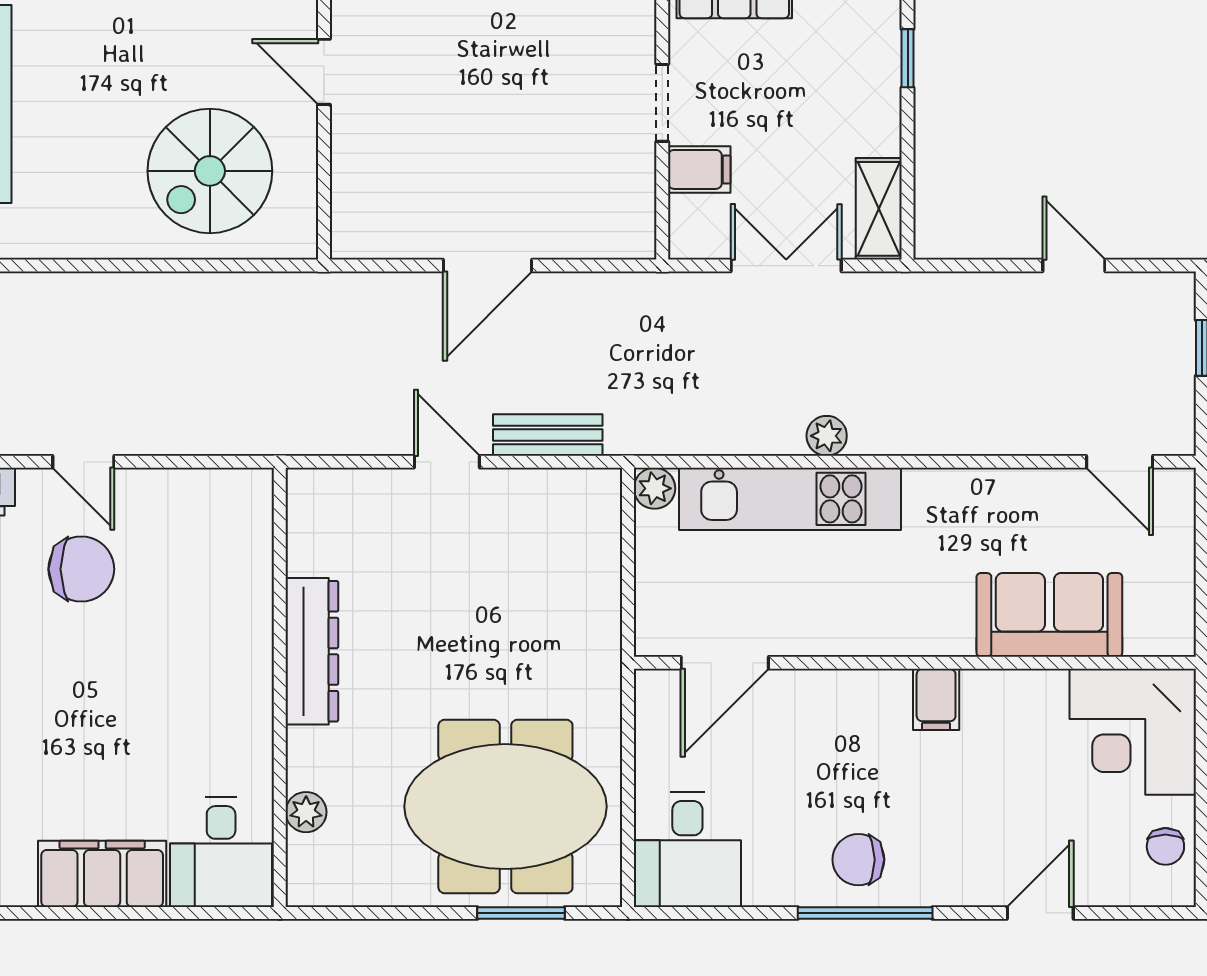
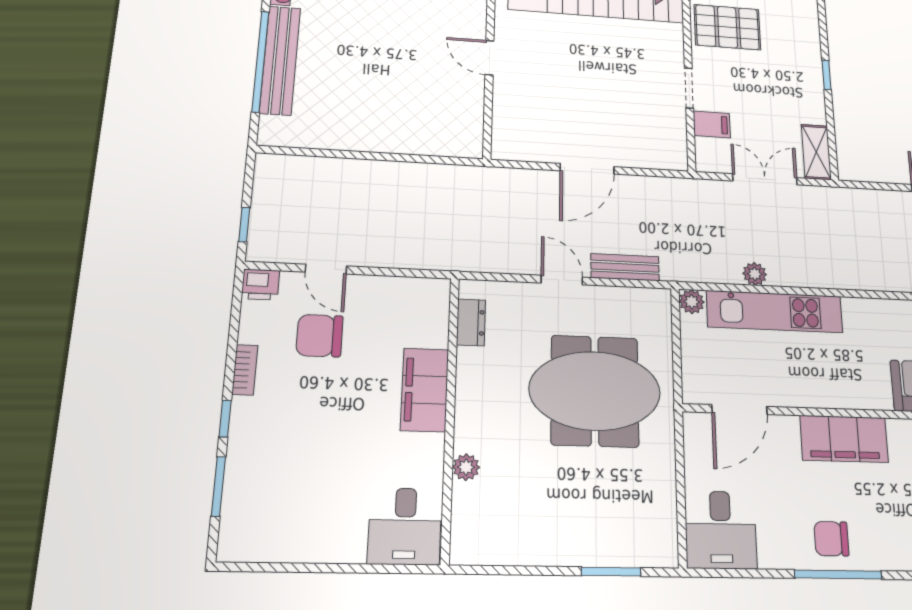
spiral stairs: (210, 171) -> (418, 106), removed
plant: (827, 436) -> (755, 274), moved
chair: (81, 569) -> (320, 336), turned 180
dresser: (312, 651) -> (471, 322), moved, width x0.51, depth x0.80
filing cabinet: (936, 699) -> (844, 439), width x3.00, depth x1.17
meeting table: (505, 807) -> (595, 391), moved
plant: (306, 812) -> (466, 467), moved
filing cabinet: (102, 874) -> (425, 390), moved, turned -90

